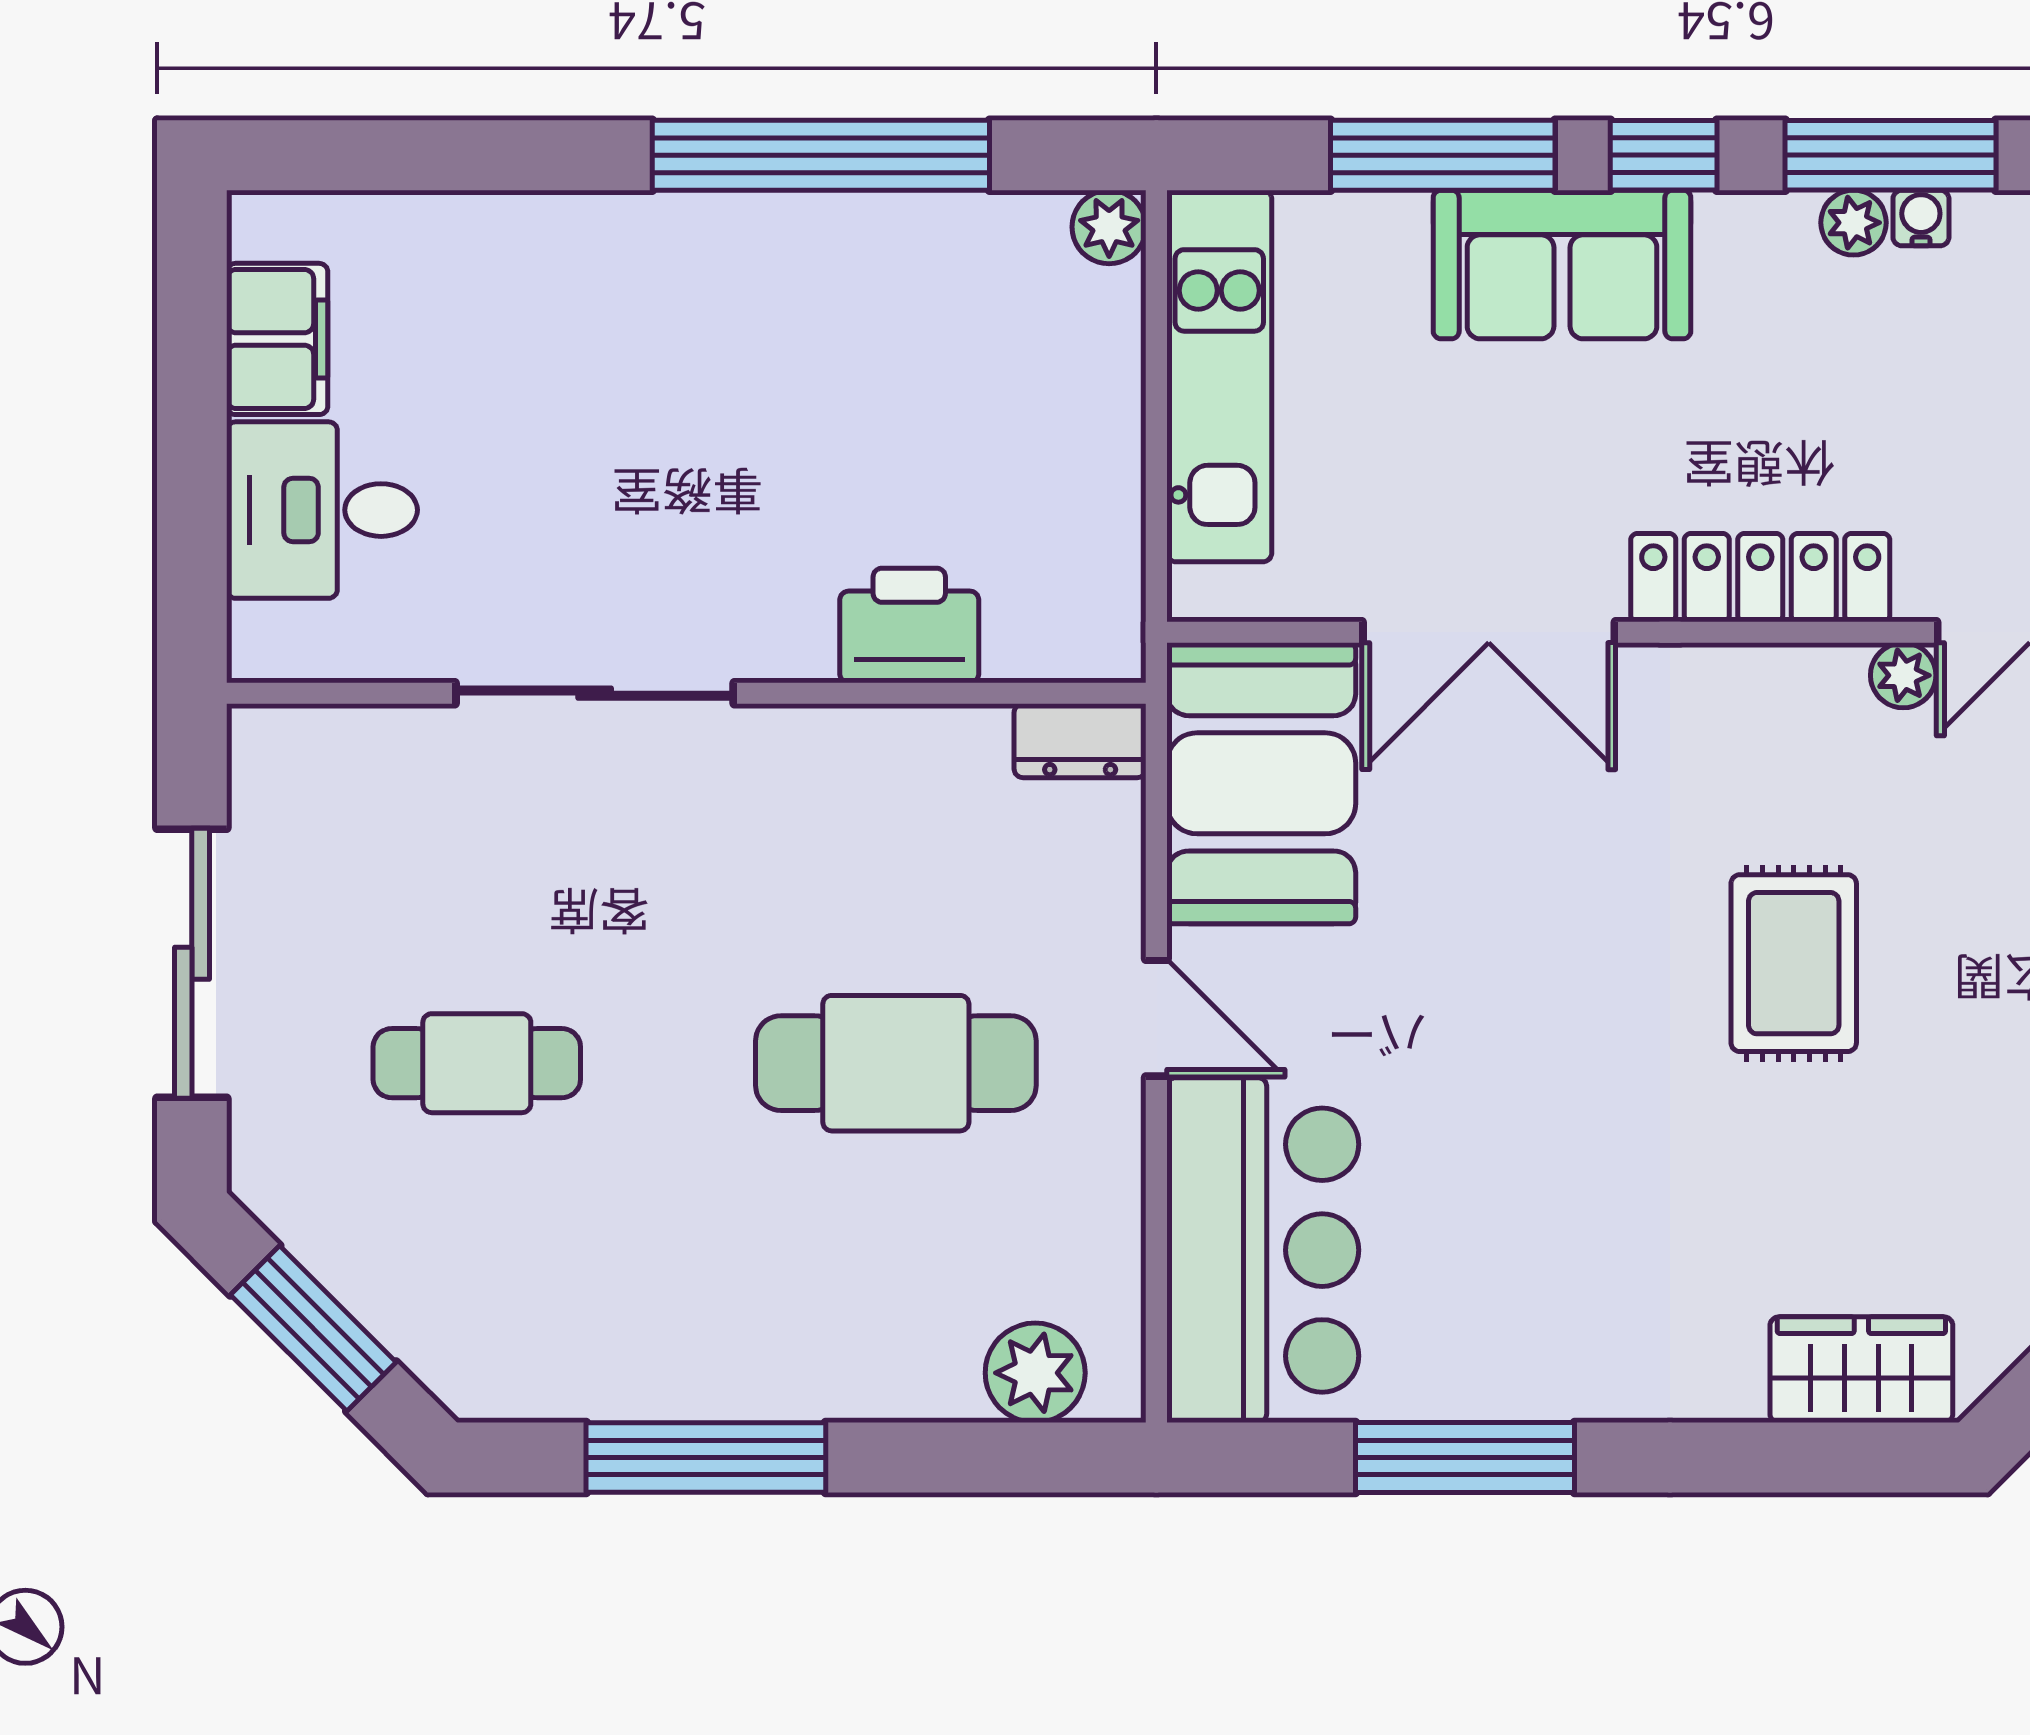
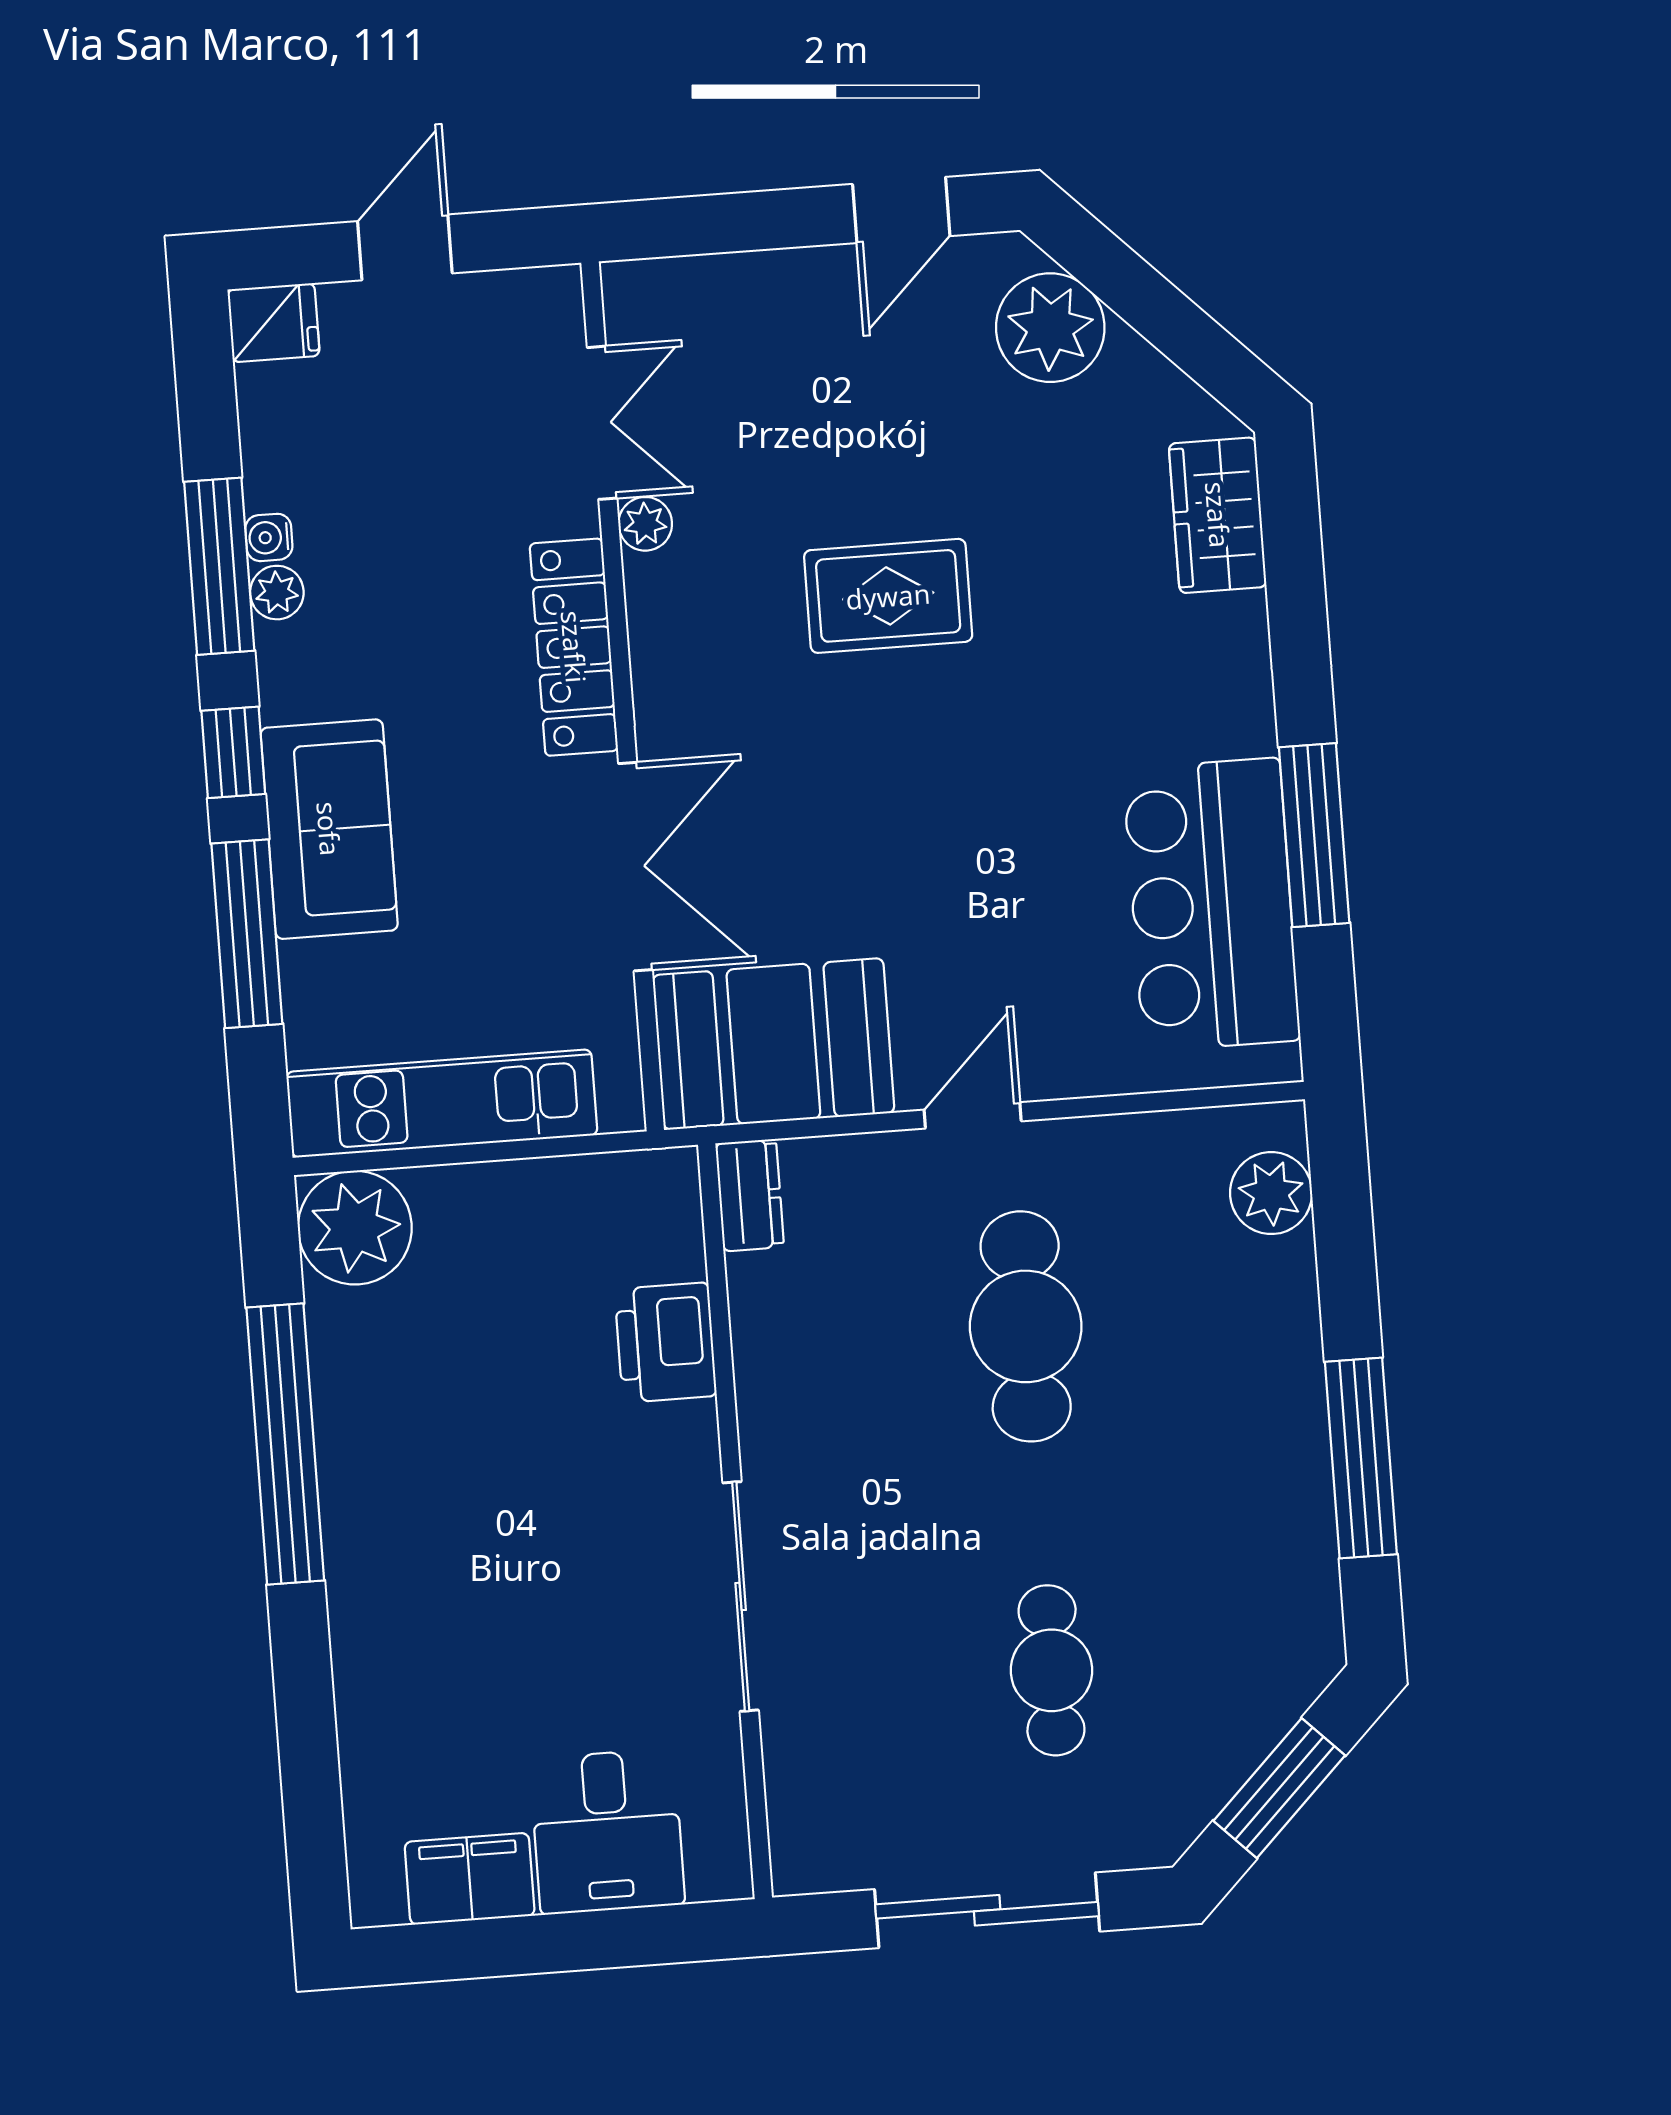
plant: (1109, 227) -> (355, 1228), width x1.88, depth x1.88
bar counter: (1263, 1250) -> (1211, 905), moved, turned -90

